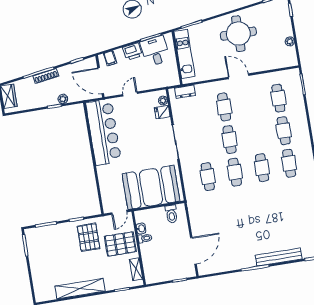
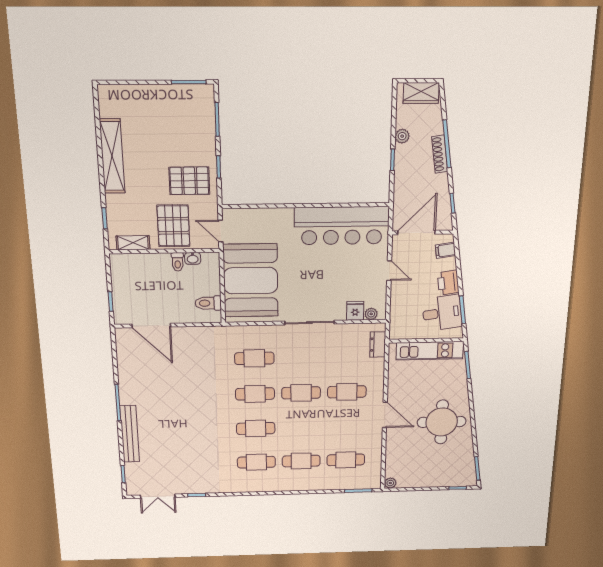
plant: (290, 41) -> (390, 483), moved
door: (238, 76) -> (385, 415), hinge flipped
plant: (63, 99) -> (402, 136), moved

